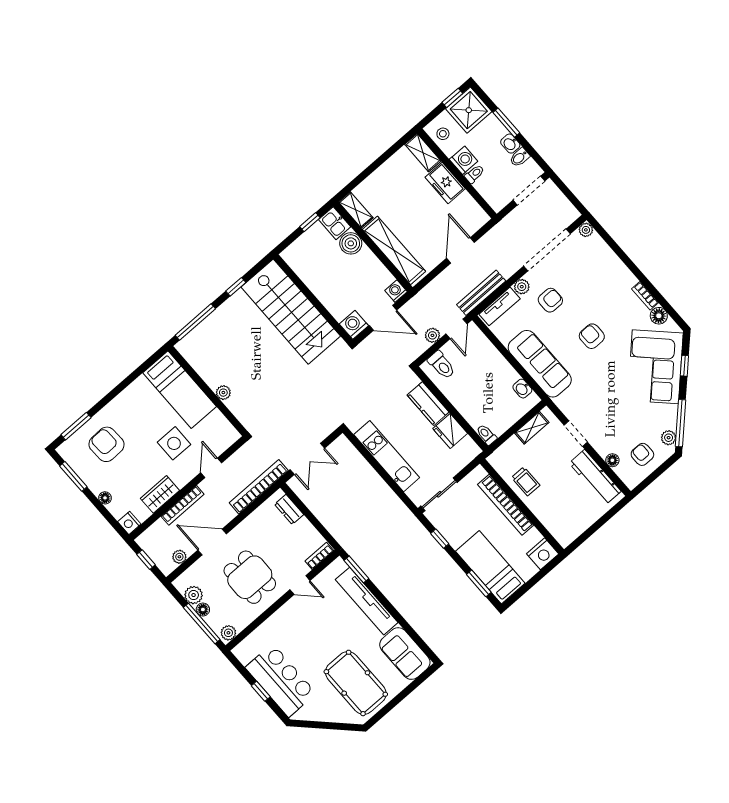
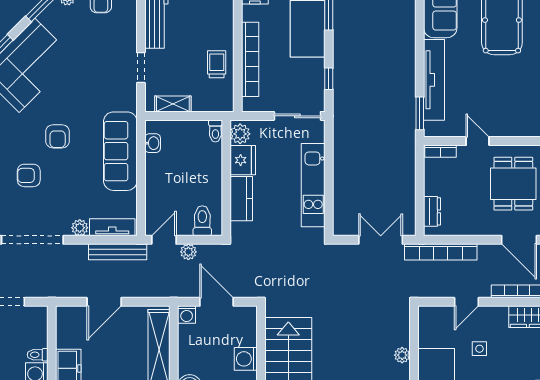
armchair: (550, 300) -> (29, 175), moved
washing machine: (354, 325) -> (246, 359), moved, turned 90
side table: (174, 443) -> (479, 349), width x0.54, depth x0.54
plant: (468, 448) -> (240, 134), added
floor lamp: (612, 460) -> (130, 19), removed

